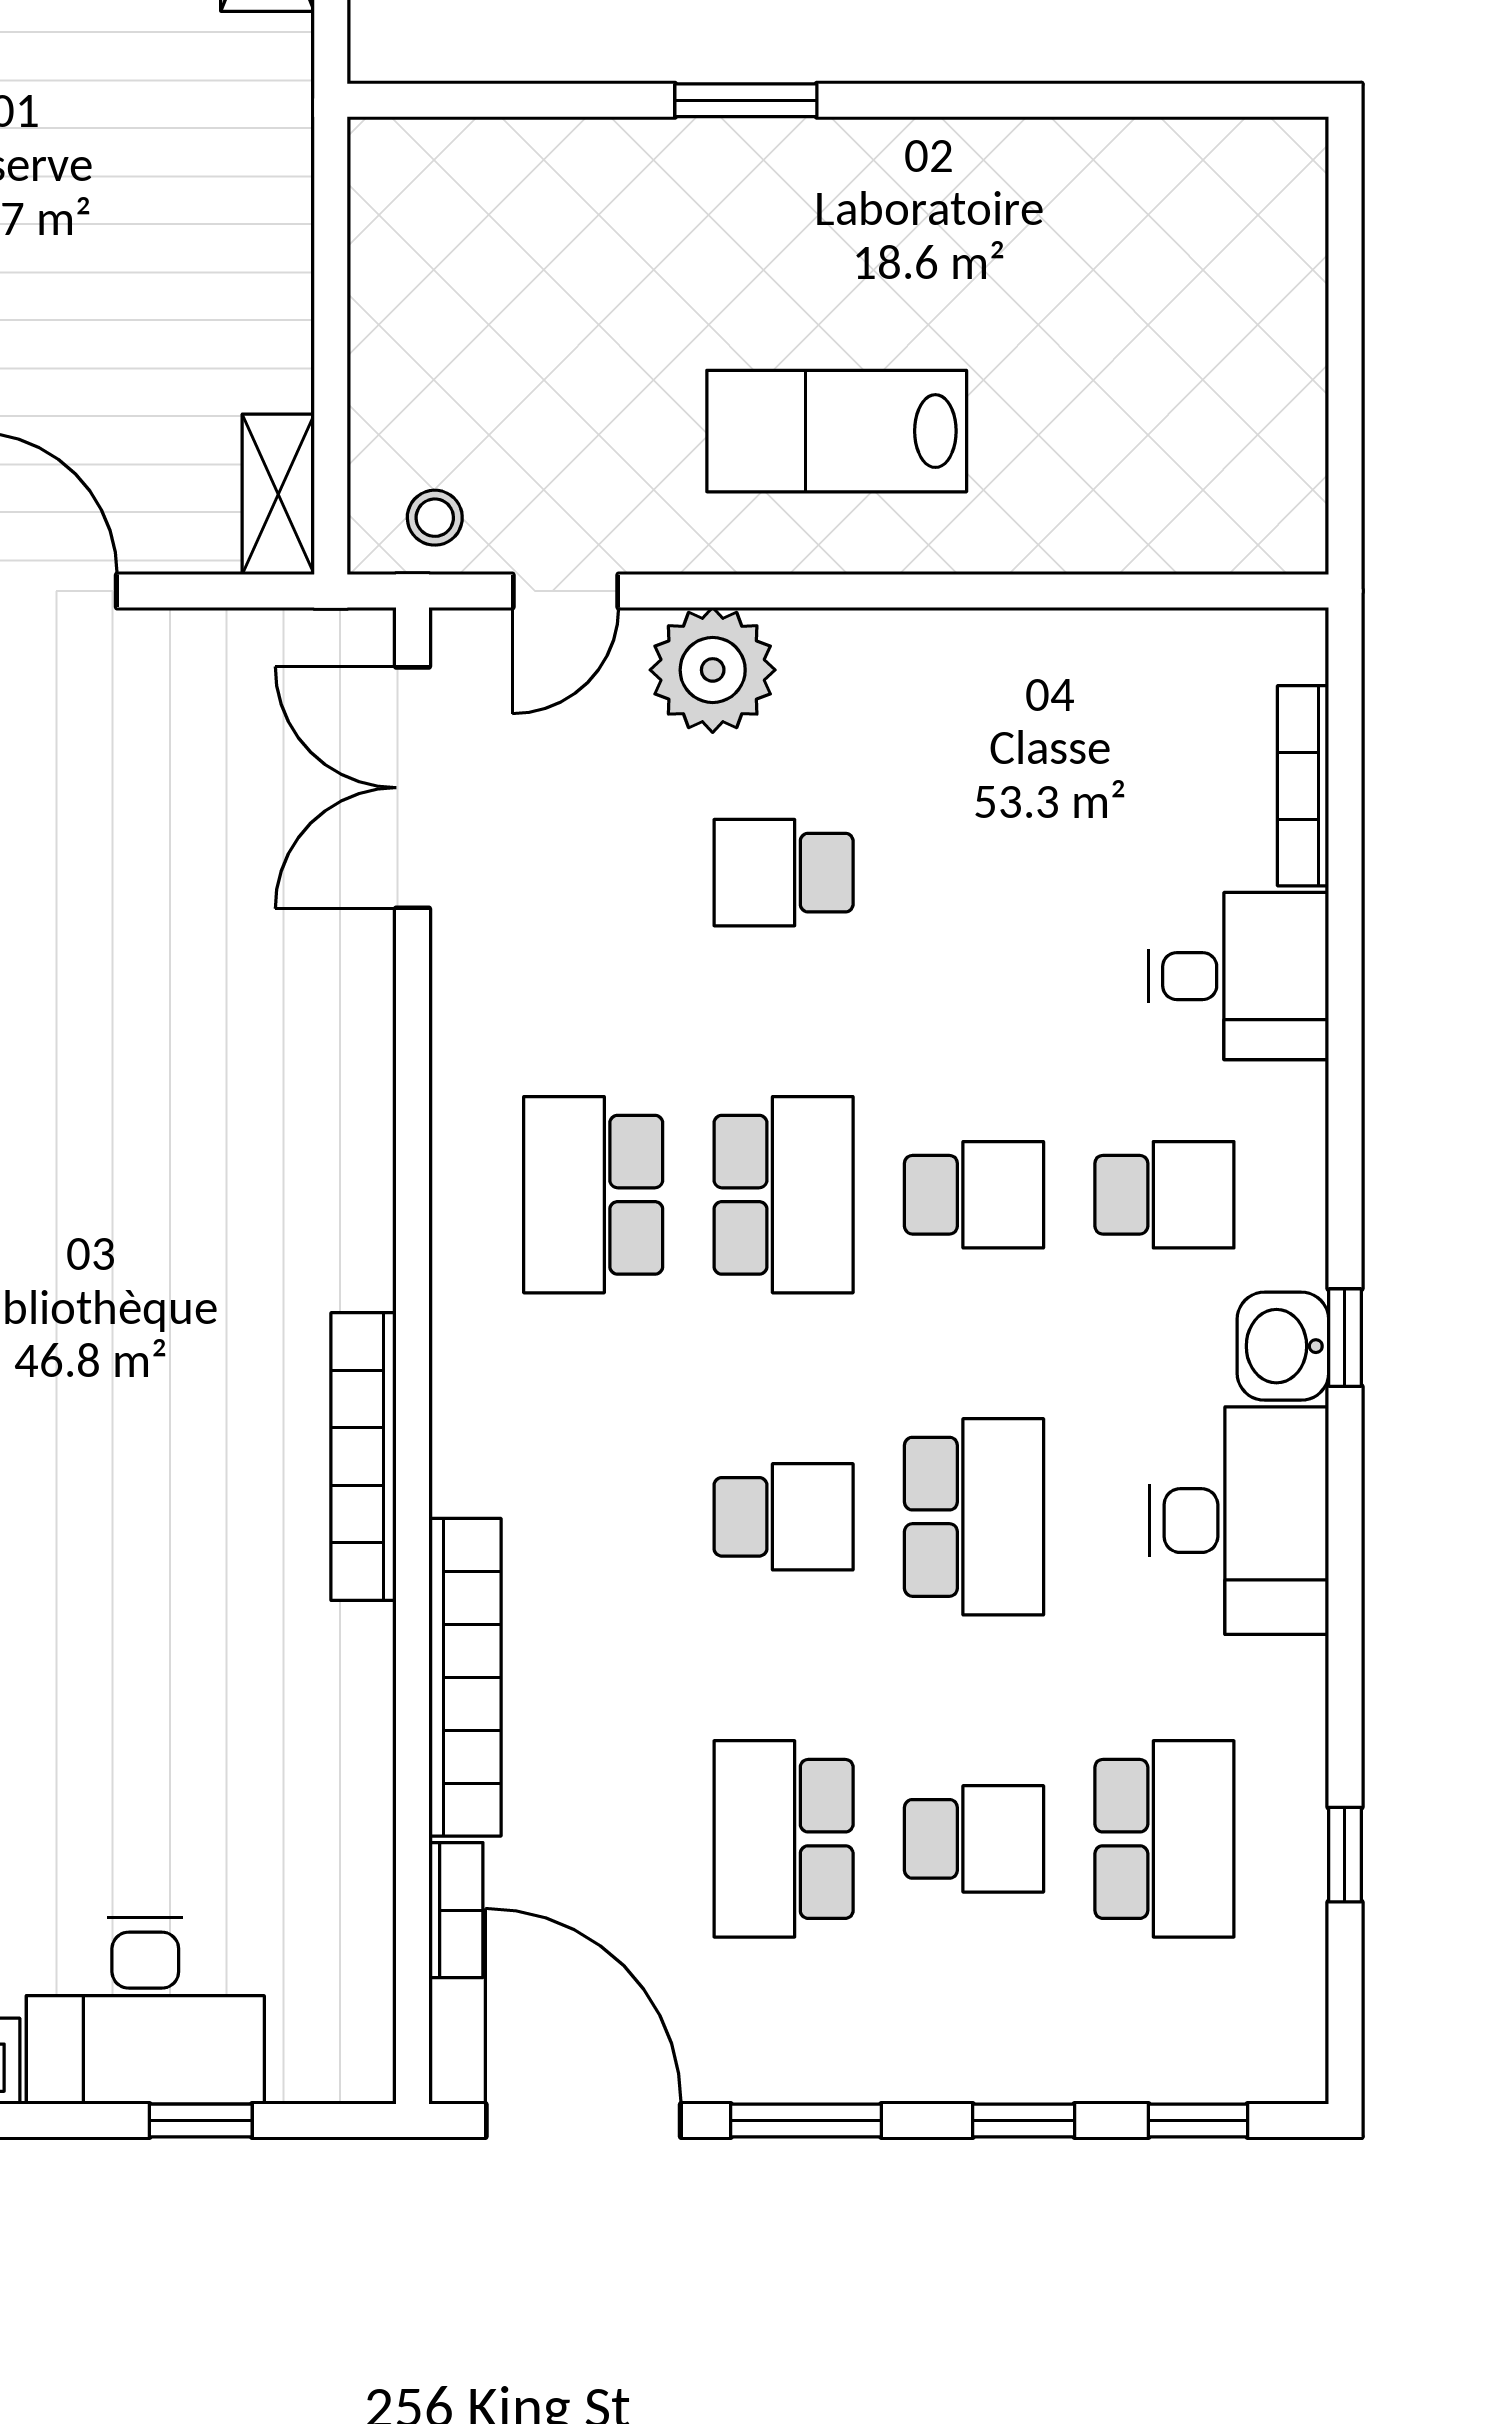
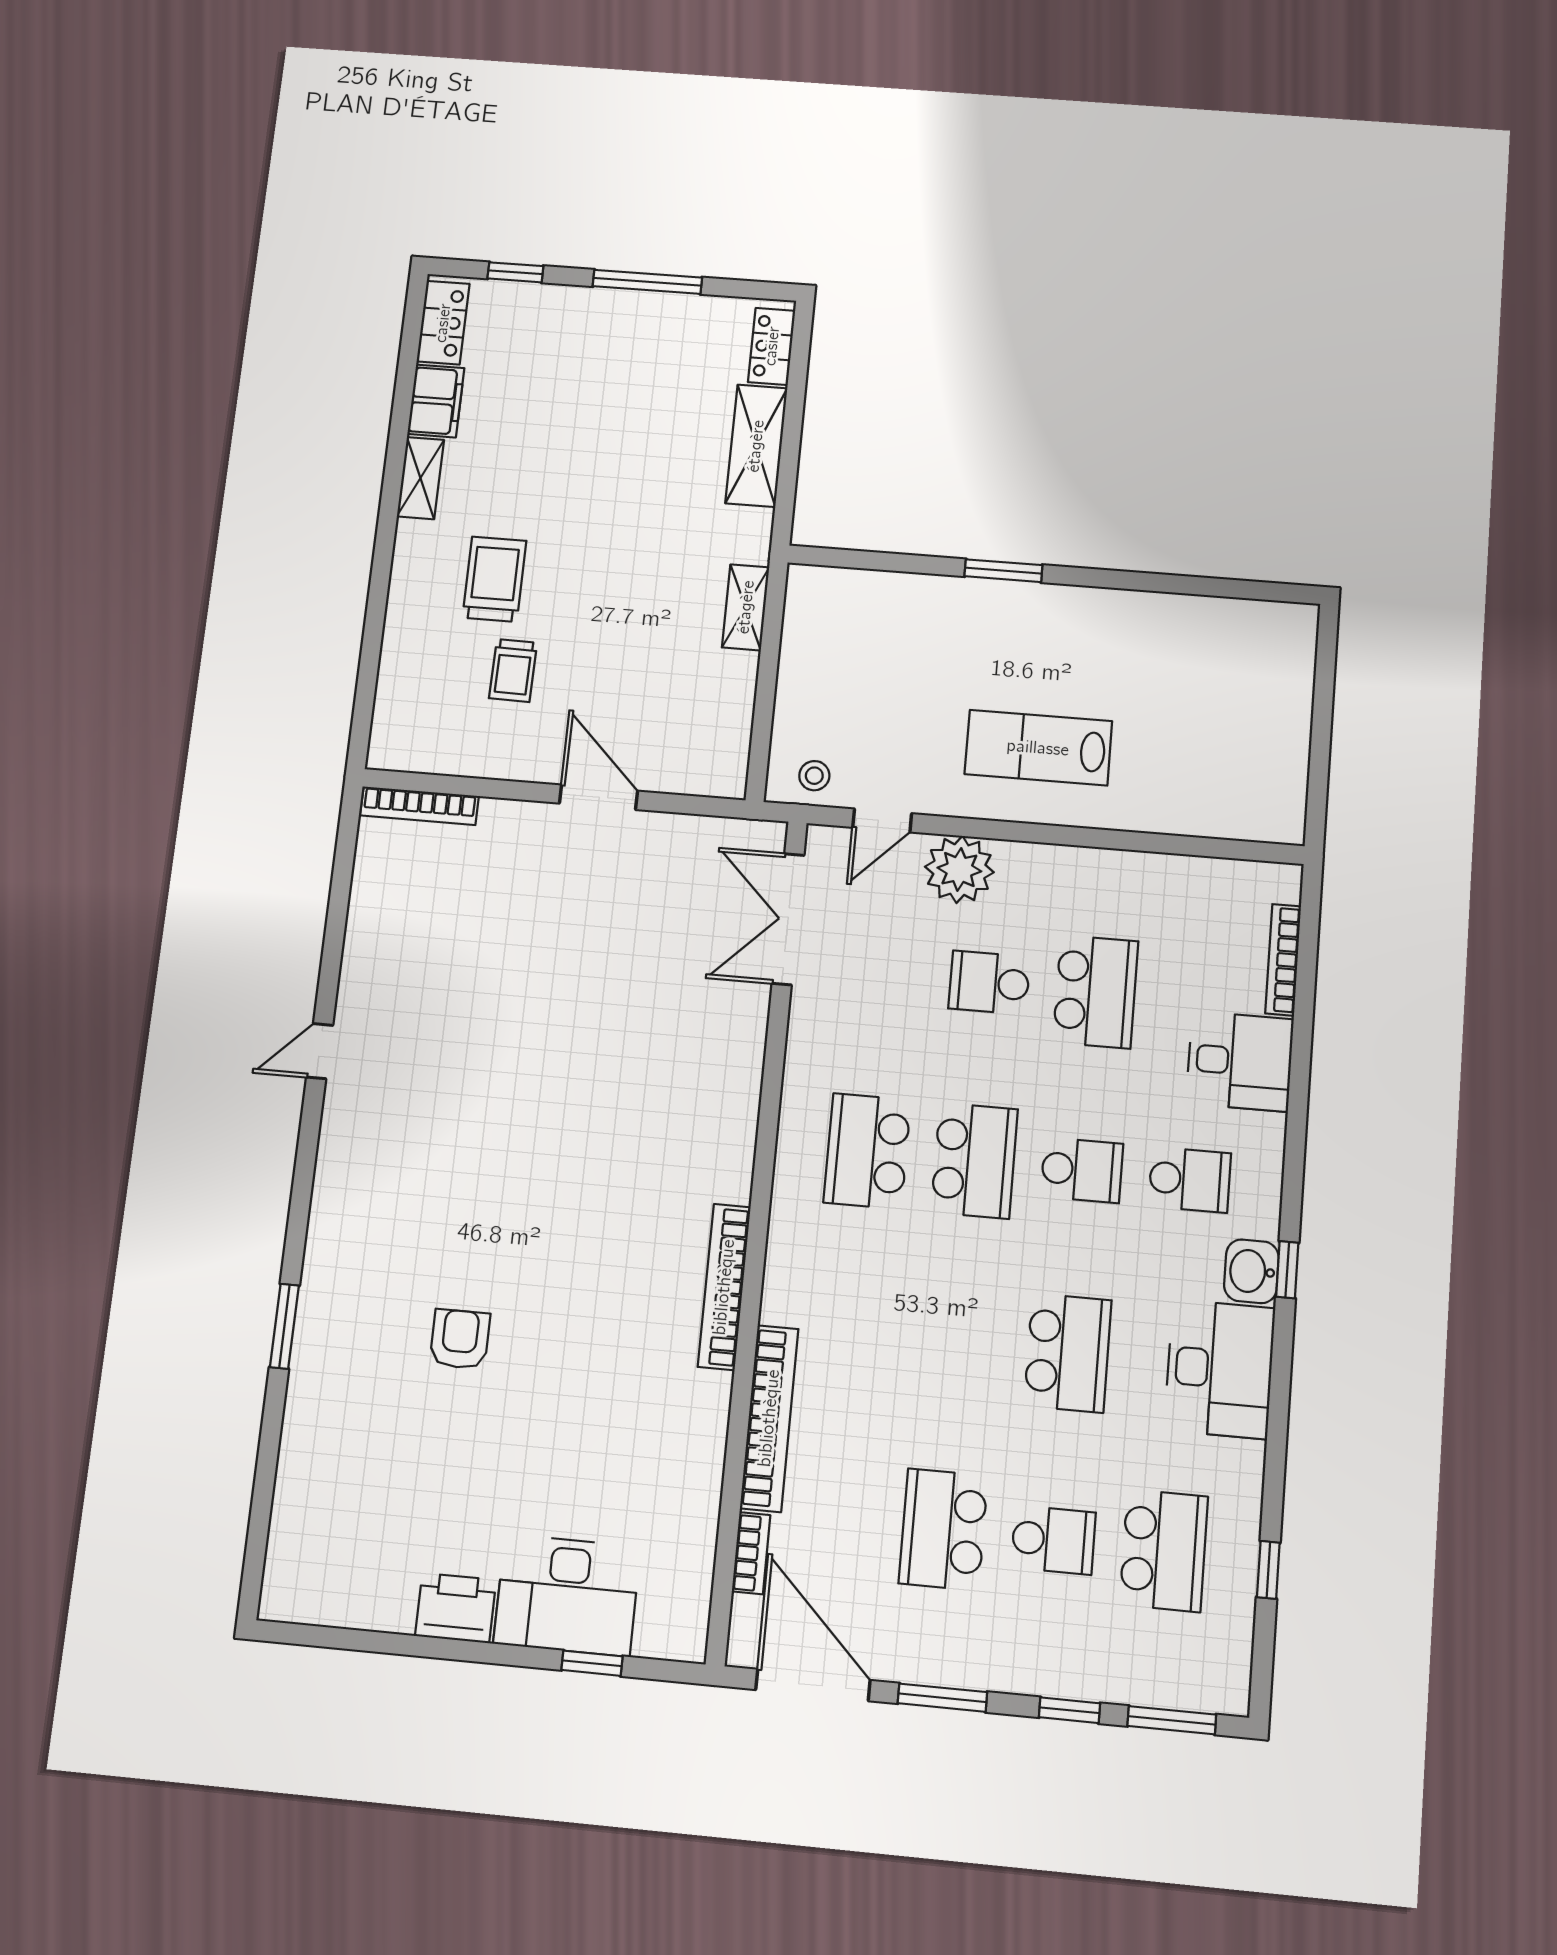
shelving: (278, 494) -> (746, 607), moved
school desk: (784, 1517) -> (1096, 992), moved, width x1.85
window: (1198, 2120) -> (1172, 1720), width x1.50

